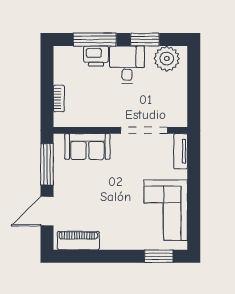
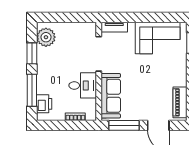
printer: (96, 56) -> (44, 104), moved
desk: (127, 65) -> (83, 85), moved, turned 180
sofa: (87, 147) -> (111, 96), width x1.36

